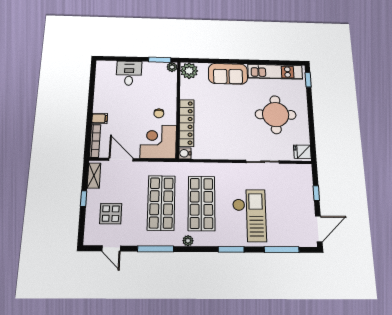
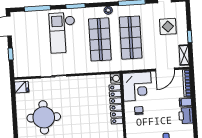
printer: (101, 103) -> (186, 116), added
door: (121, 160) -> (165, 69), hinge flipped

